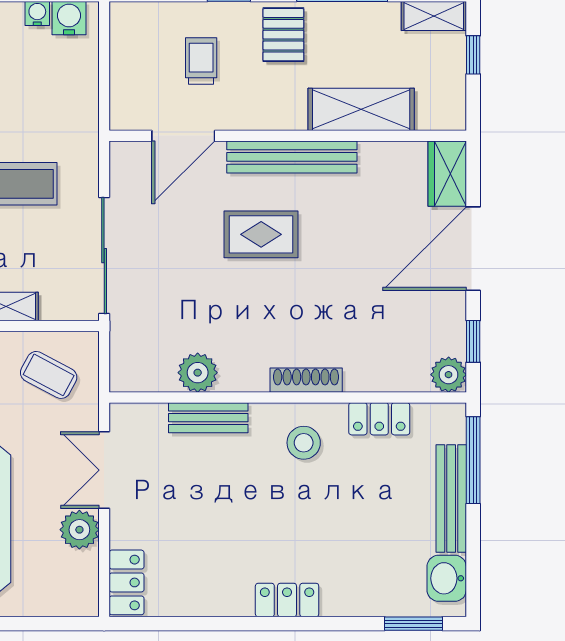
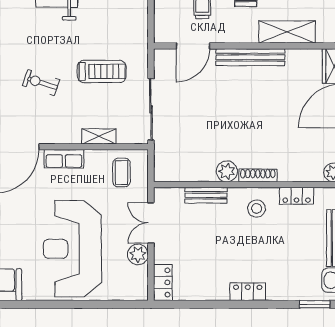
rug: (261, 234) -> (234, 98), removed
plant: (198, 373) -> (227, 171), moved
coffee table: (49, 375) -> (122, 173), turned 62

